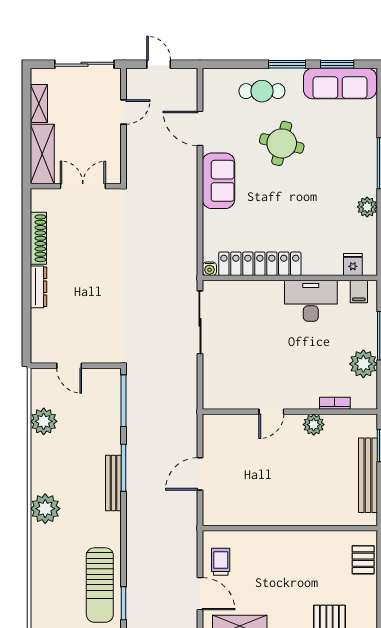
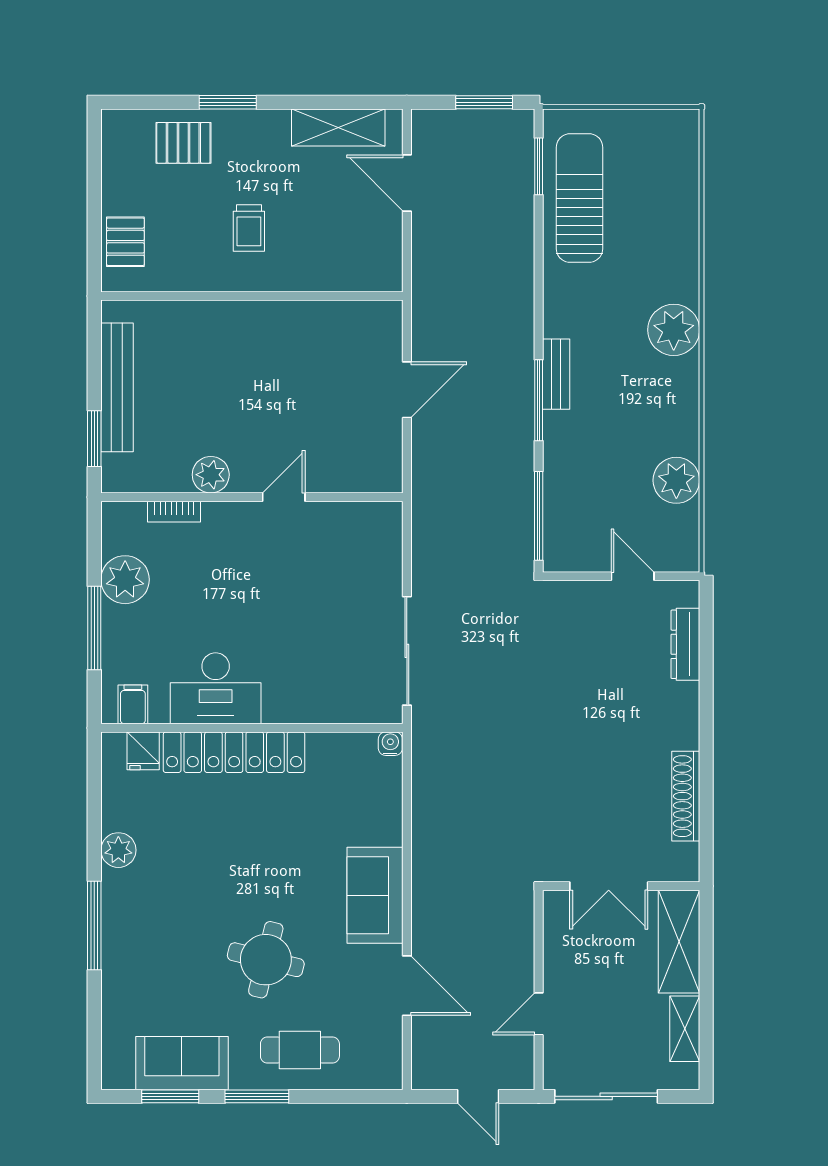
sofa: (340, 83) -> (182, 1063), width x0.73
locker: (260, 264) -> (234, 752), moved
dresser: (38, 287) -> (685, 644), moved
bench: (113, 483) -> (556, 374), width x0.73
trolley: (221, 562) -> (249, 228), moved

